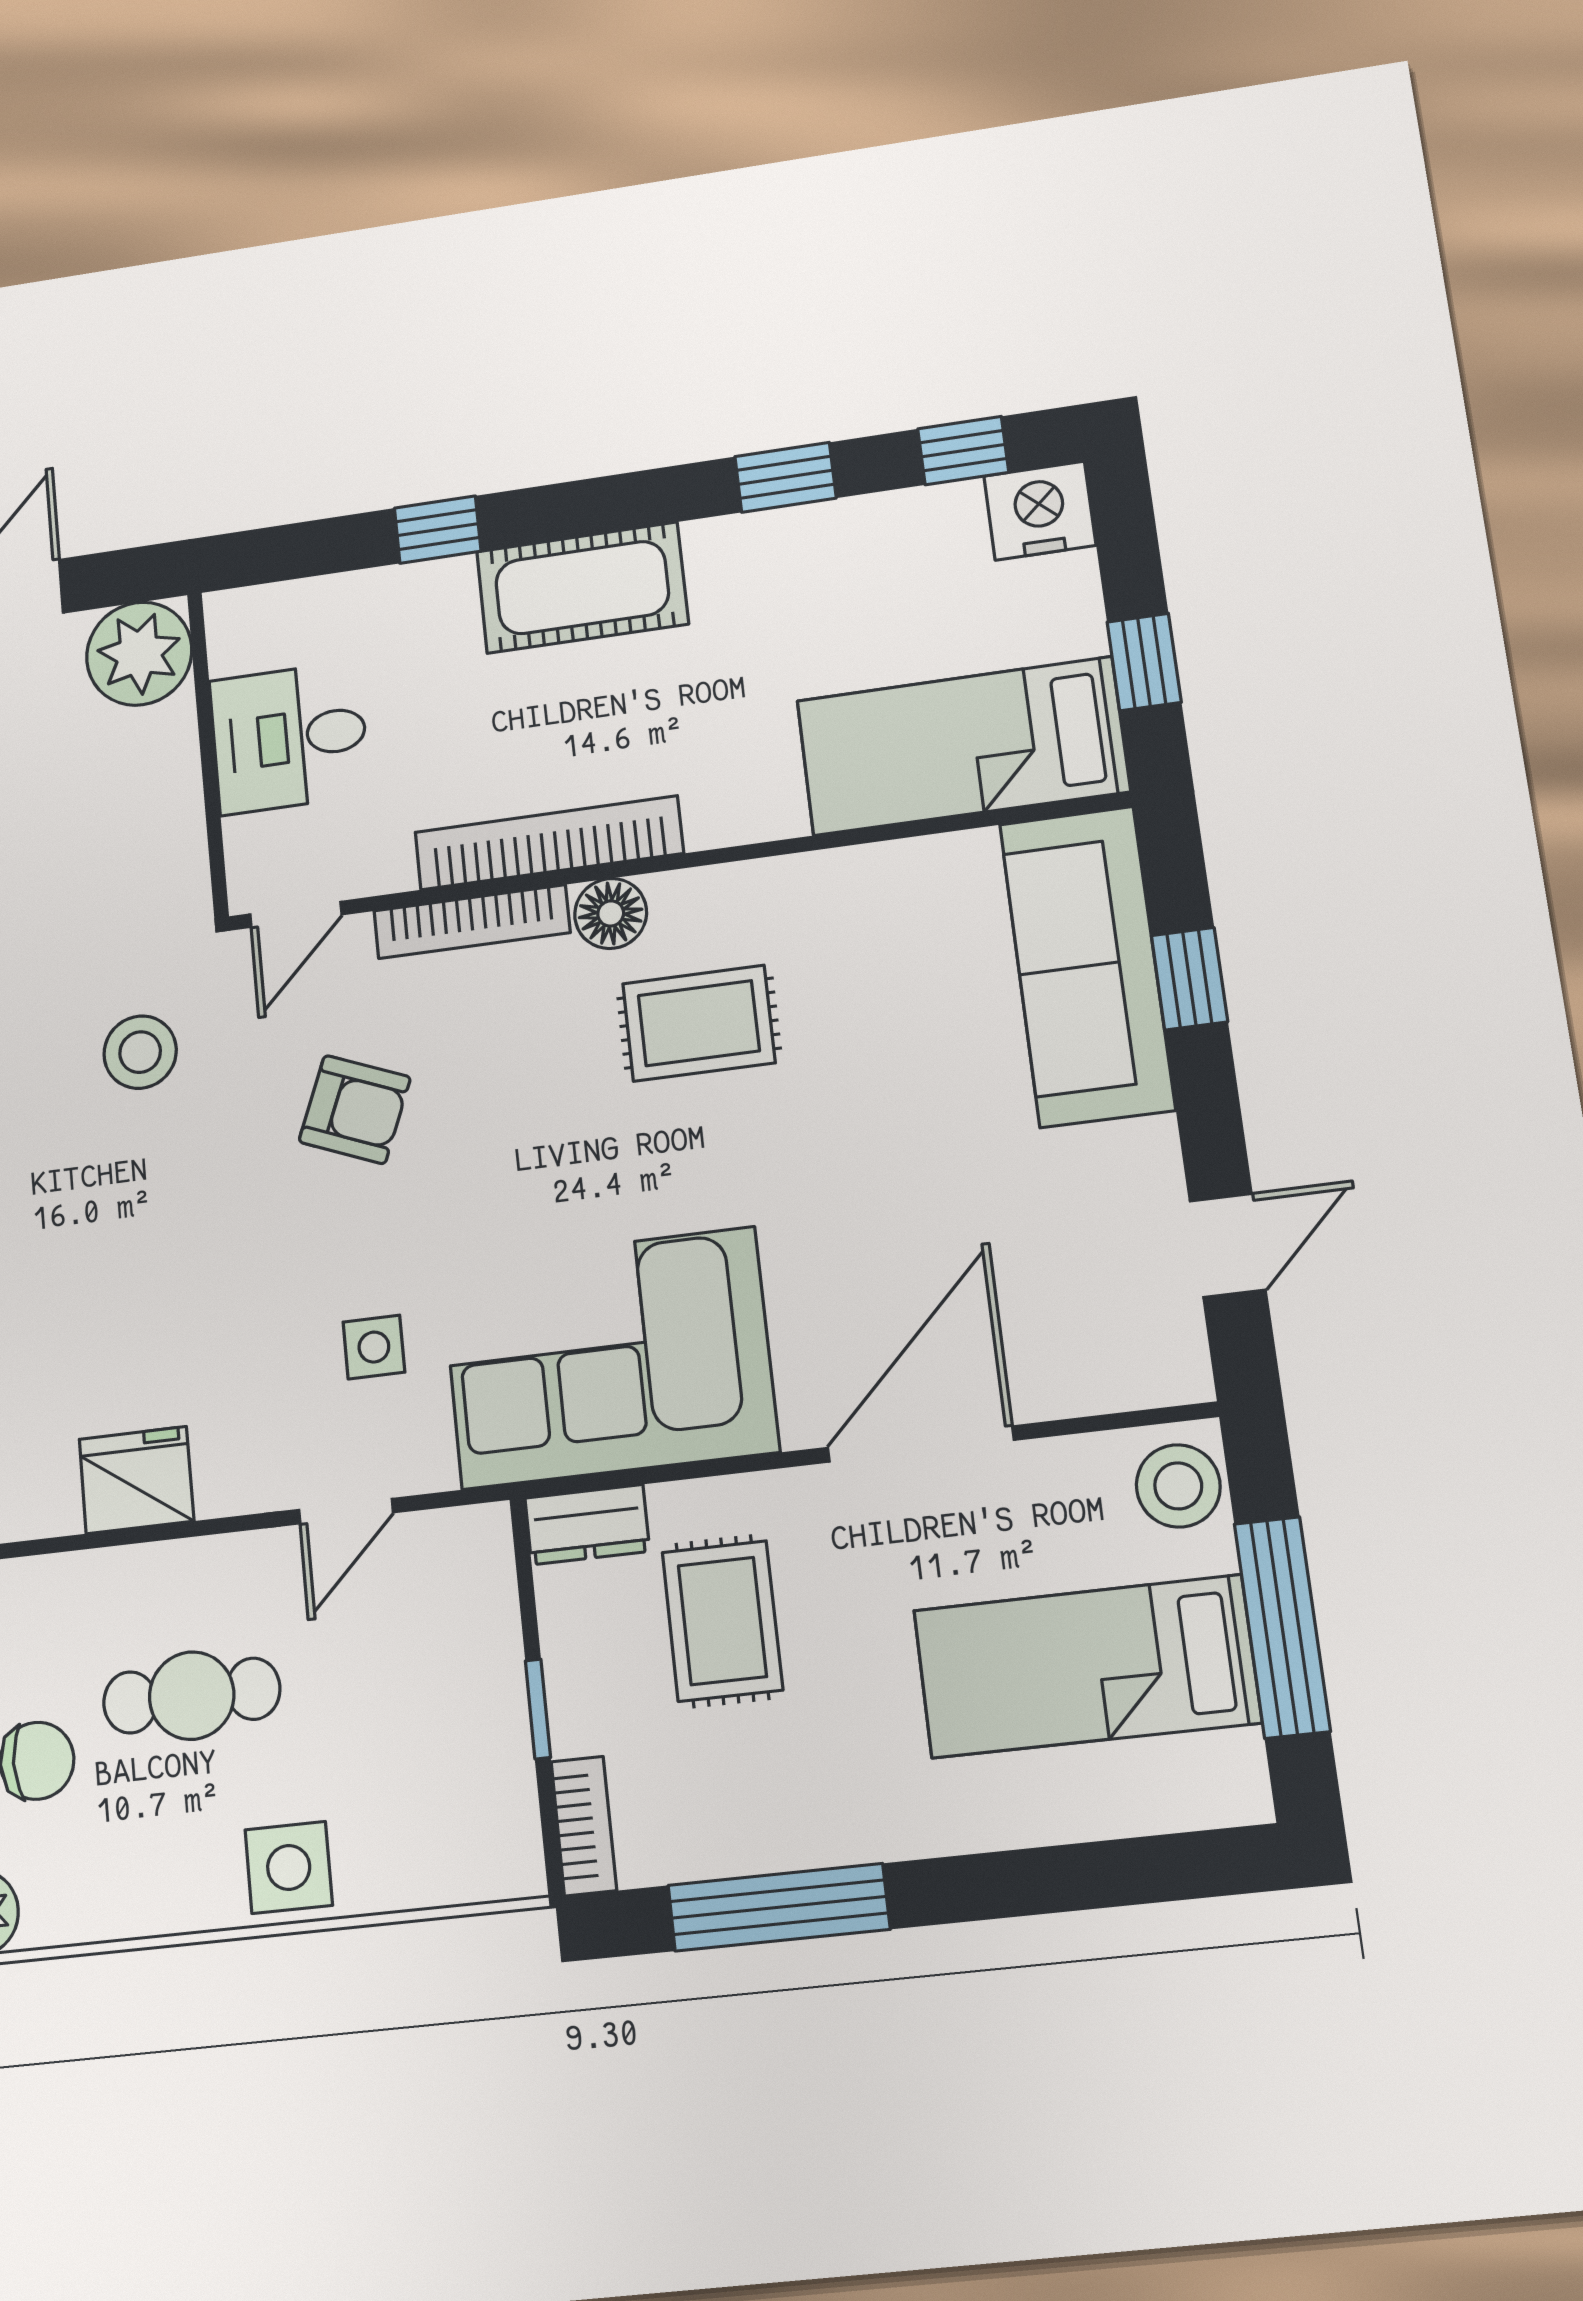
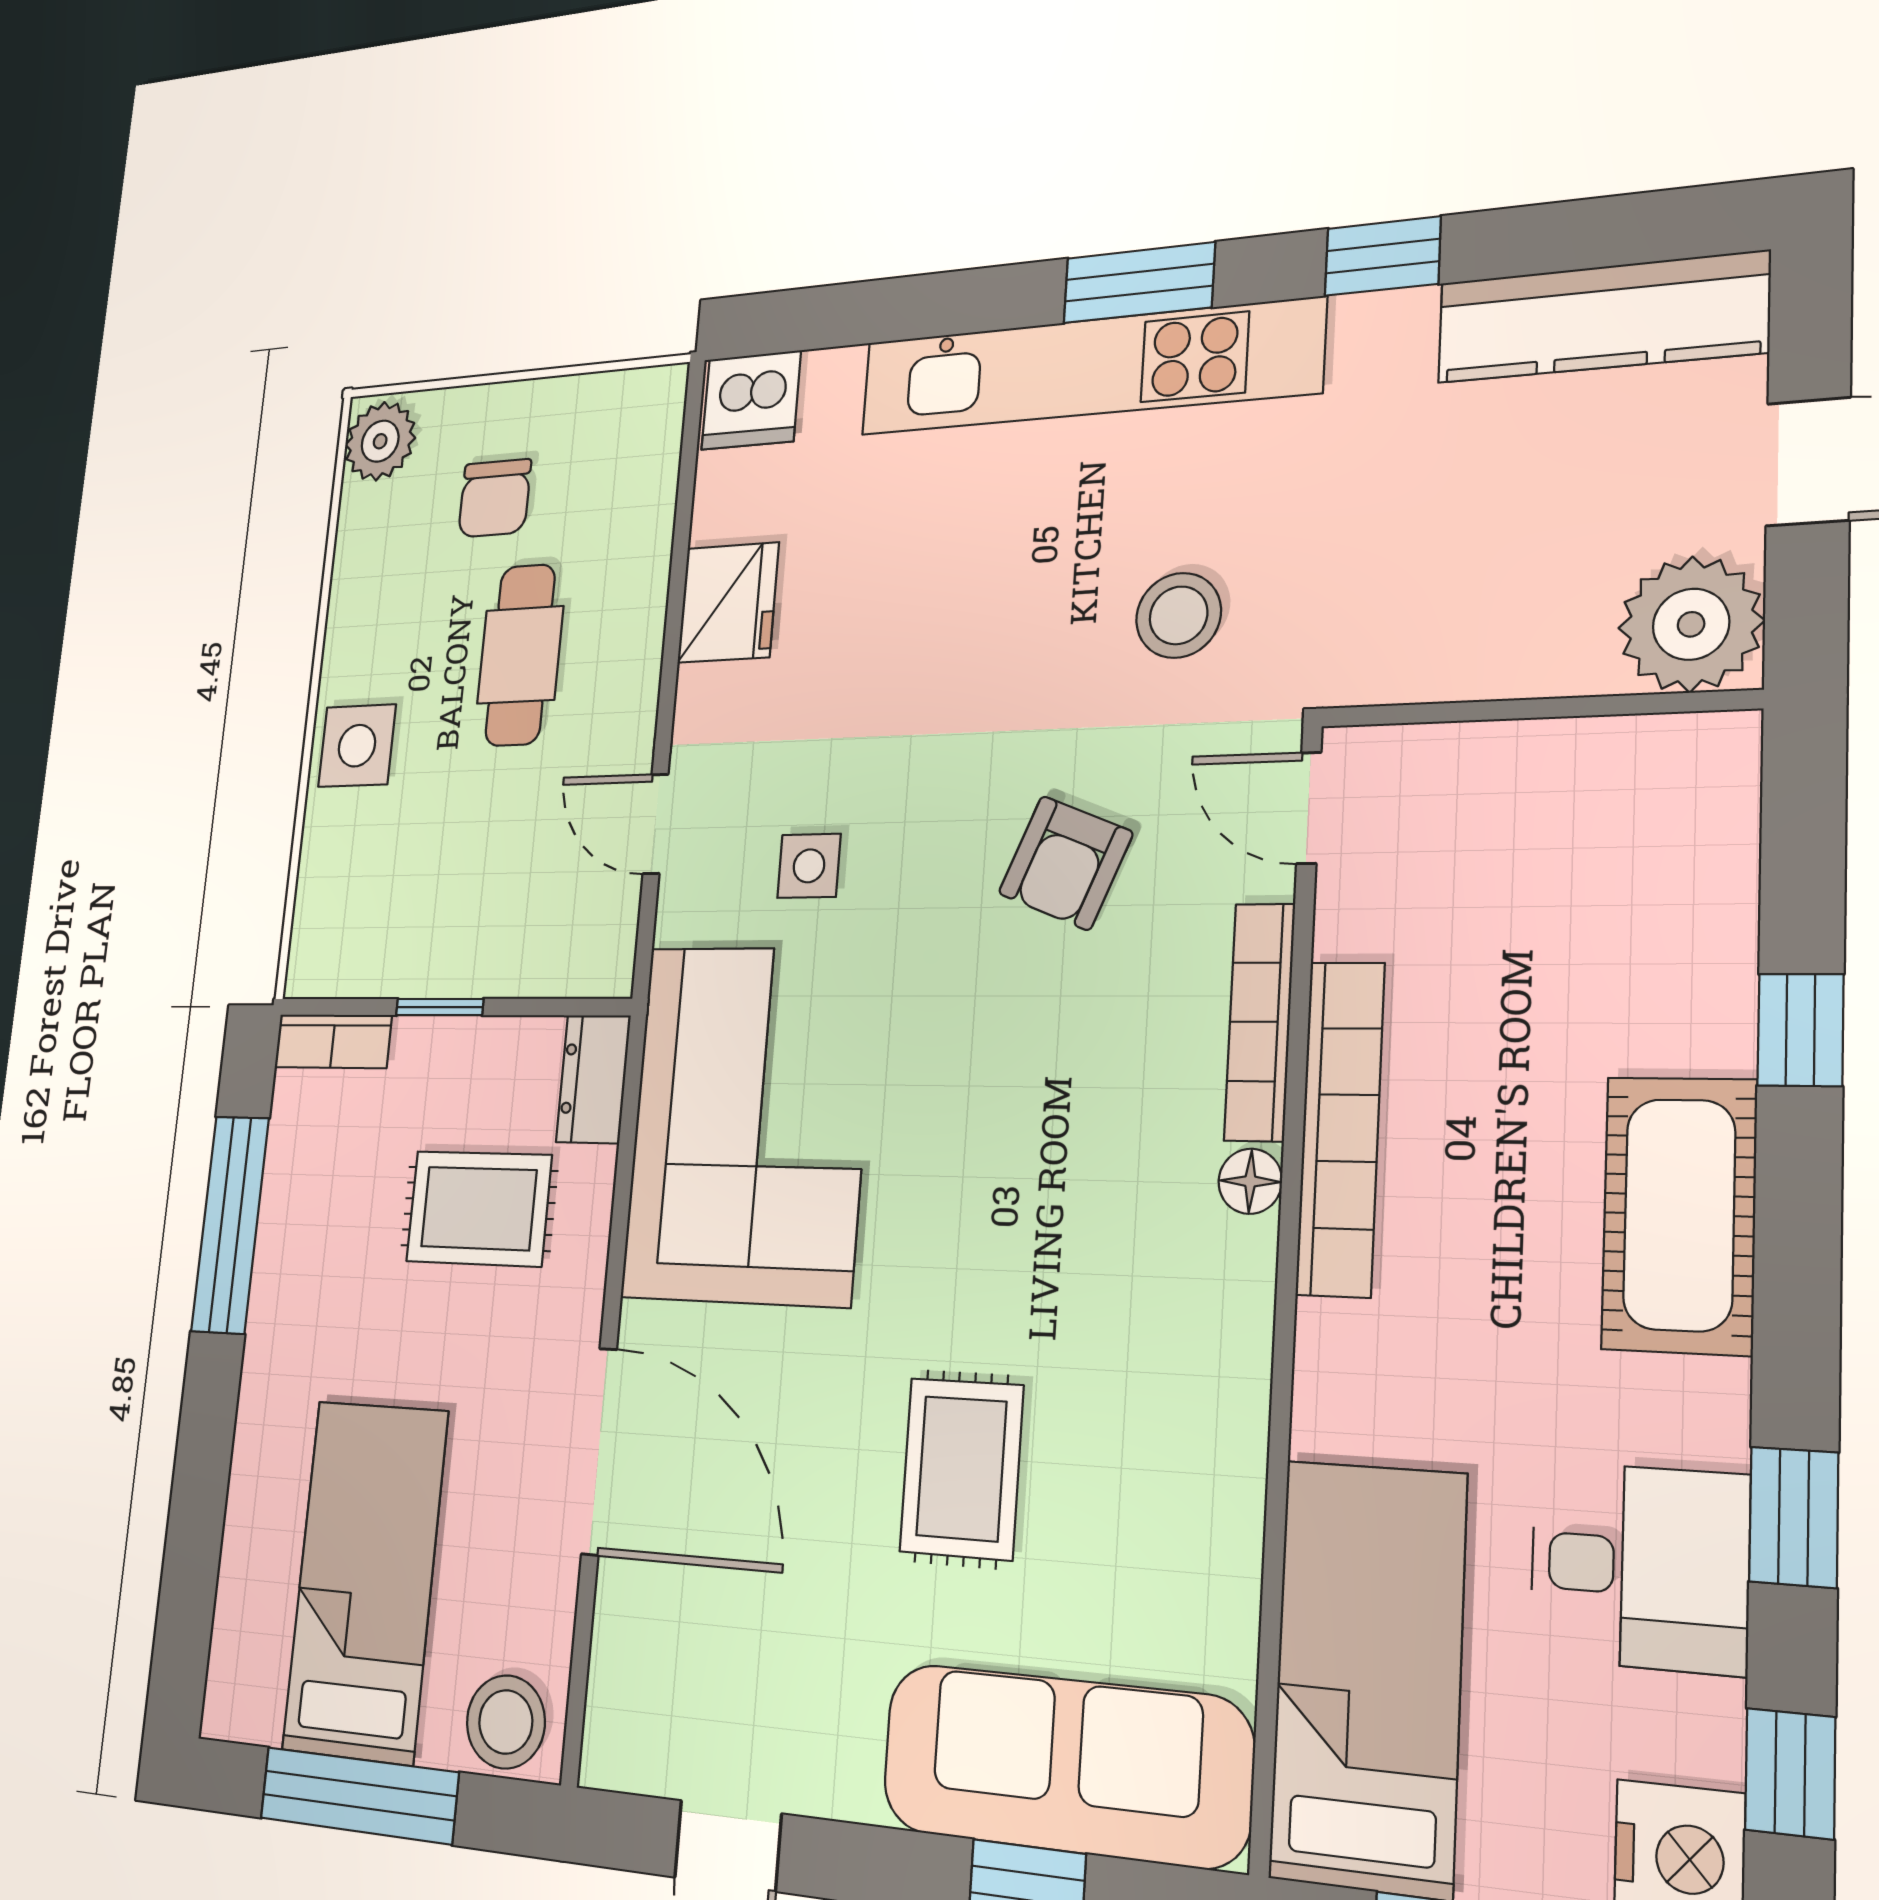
desk: (289, 738) -> (1639, 1567), moved, turned 90
floor lamp: (611, 913) -> (1250, 1181), width x0.73, depth x0.73
rug: (699, 1023) -> (961, 1469), moved

